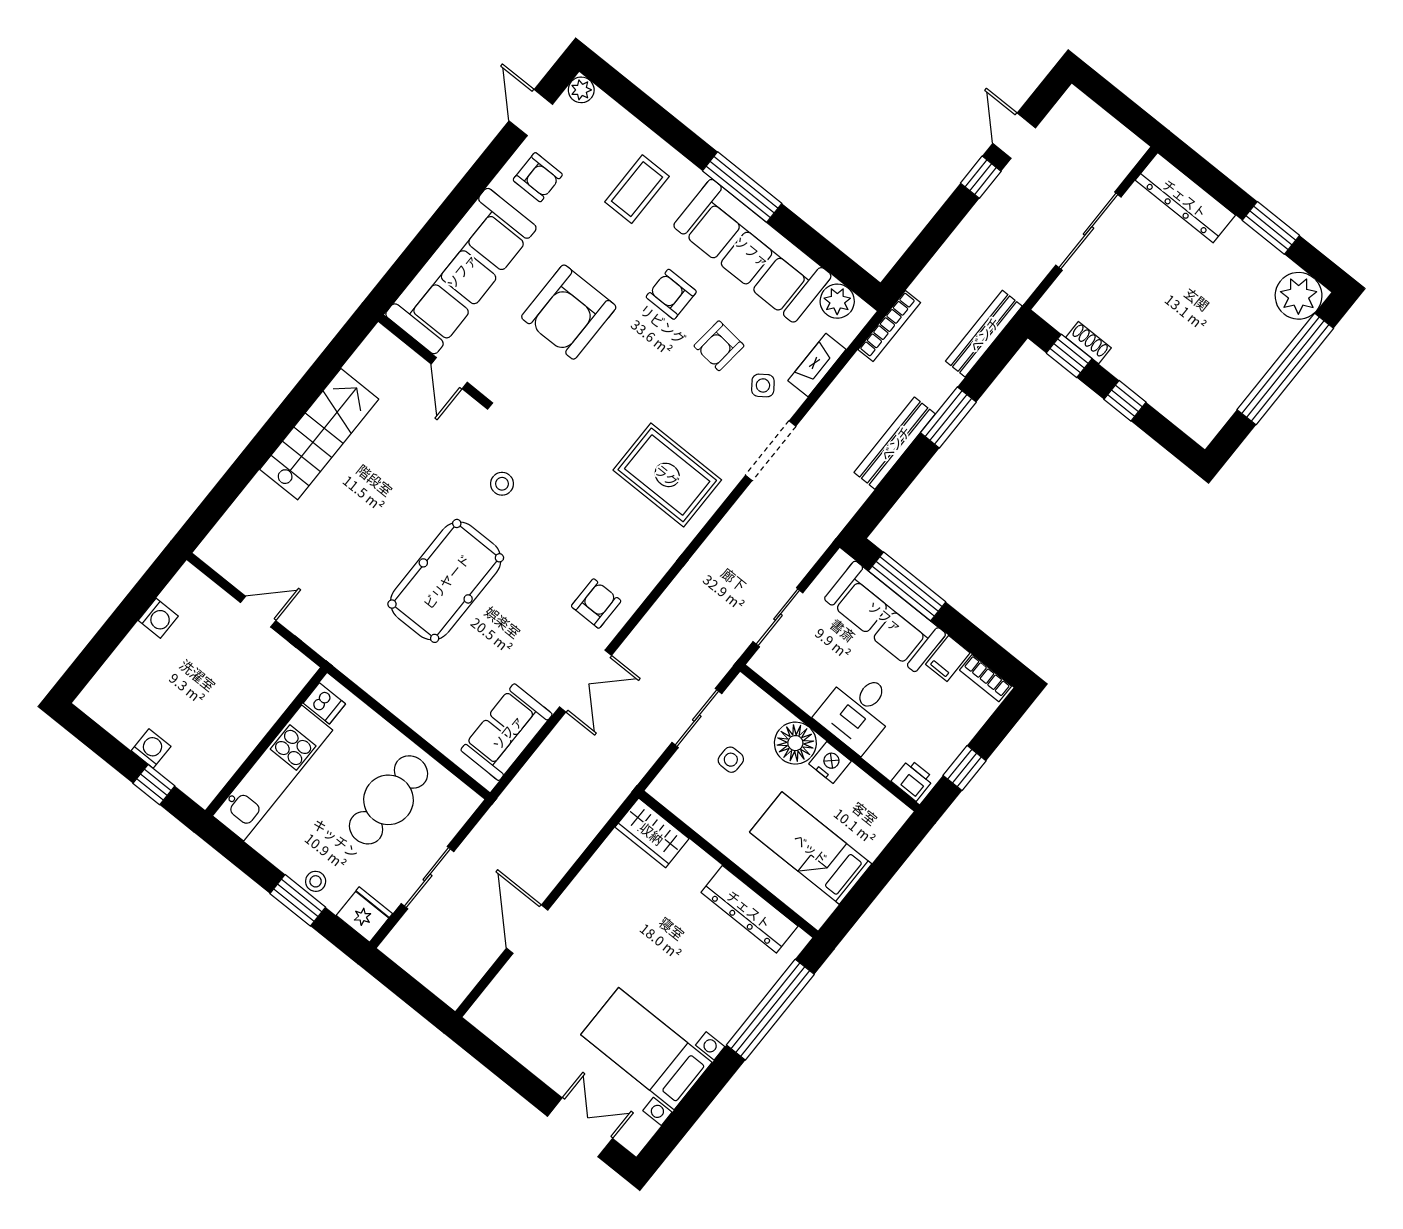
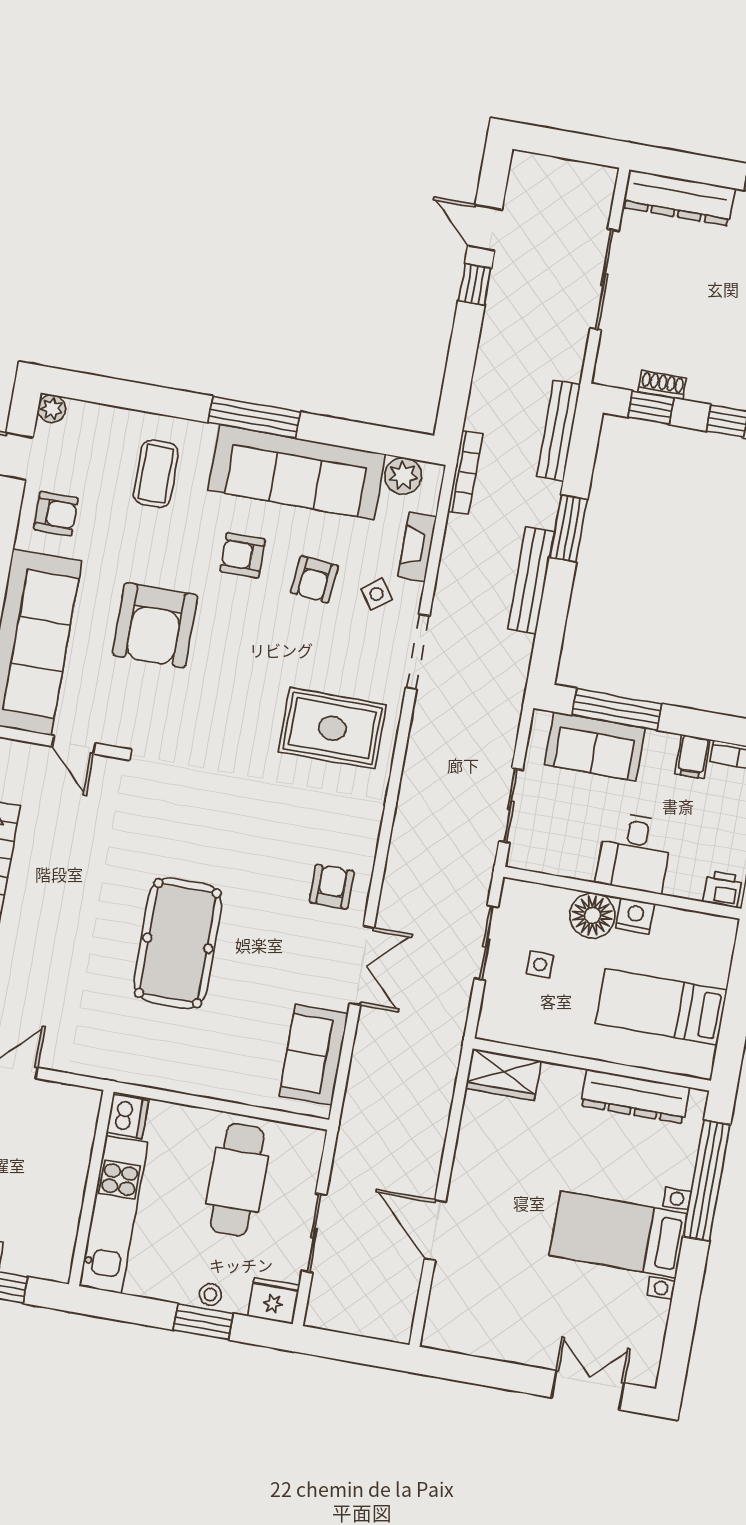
stool: (502, 484) -> (181, 822), removed
sofa: (885, 616) -> (595, 746), width x0.73
dishwasher: (324, 703) -> (127, 1117), width x1.38
bed with nightstands: (646, 1049) -> (618, 1234), moved

